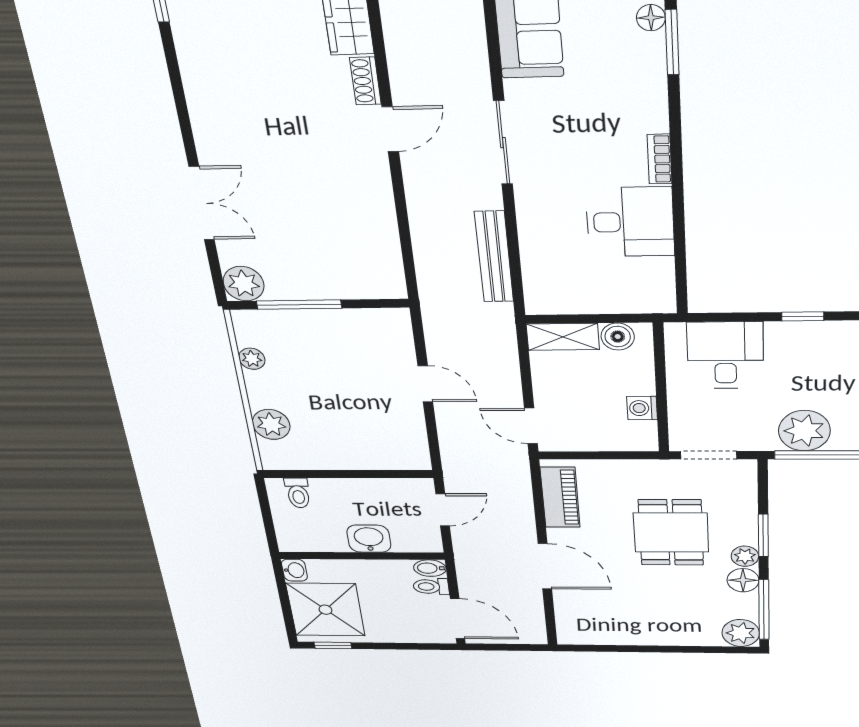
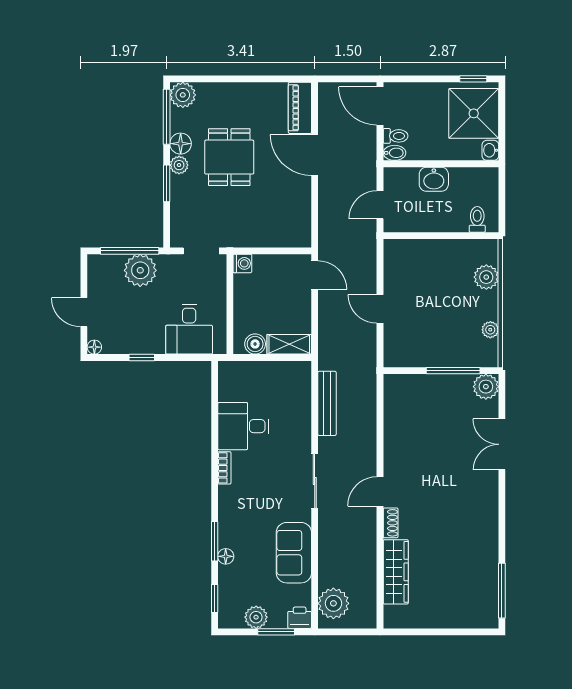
washing machine: (642, 408) -> (242, 263), moved
piano: (560, 497) -> (300, 108), moved
dining table: (671, 533) -> (229, 157), moved

